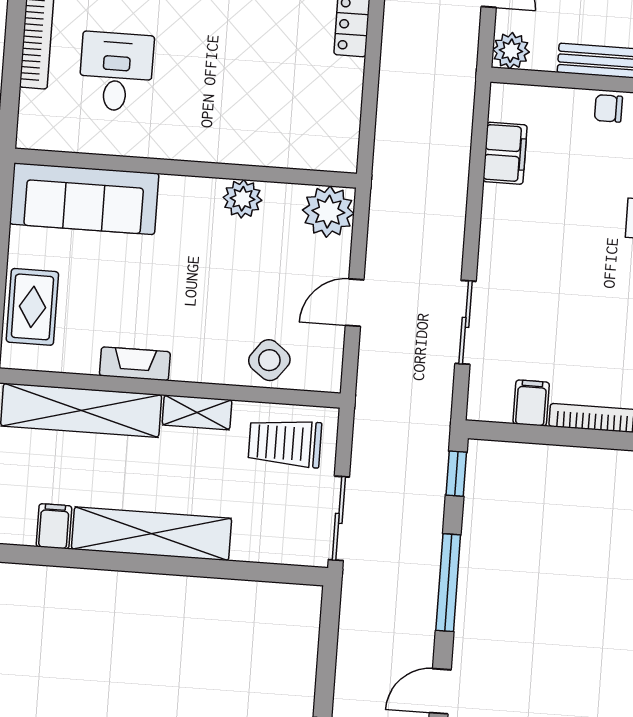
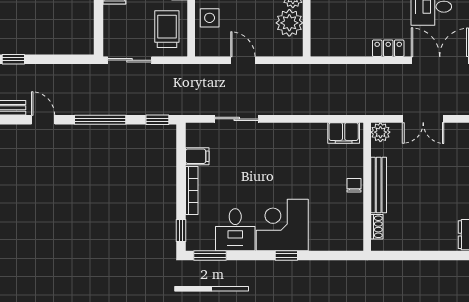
filing cabinet: (505, 153) -> (344, 133), moved
plant: (328, 212) -> (289, 23), moved
side table: (269, 360) -> (210, 18), turned -37

